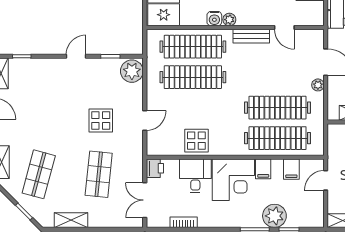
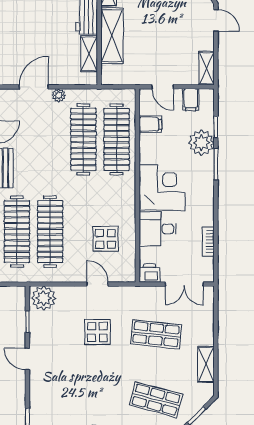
display table: (196, 141) -> (105, 239), moved
filing cabinet: (263, 169) -> (191, 100), moved, turned 90

